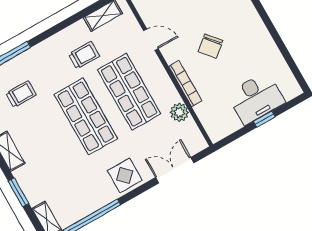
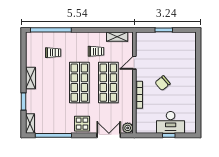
door: (151, 40) -> (134, 63), swing flipped
plant: (179, 112) -> (128, 128), moved

